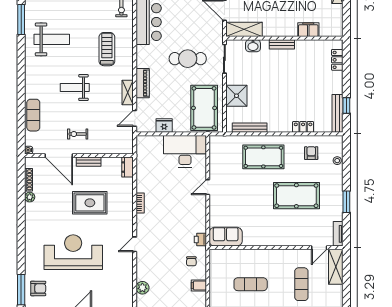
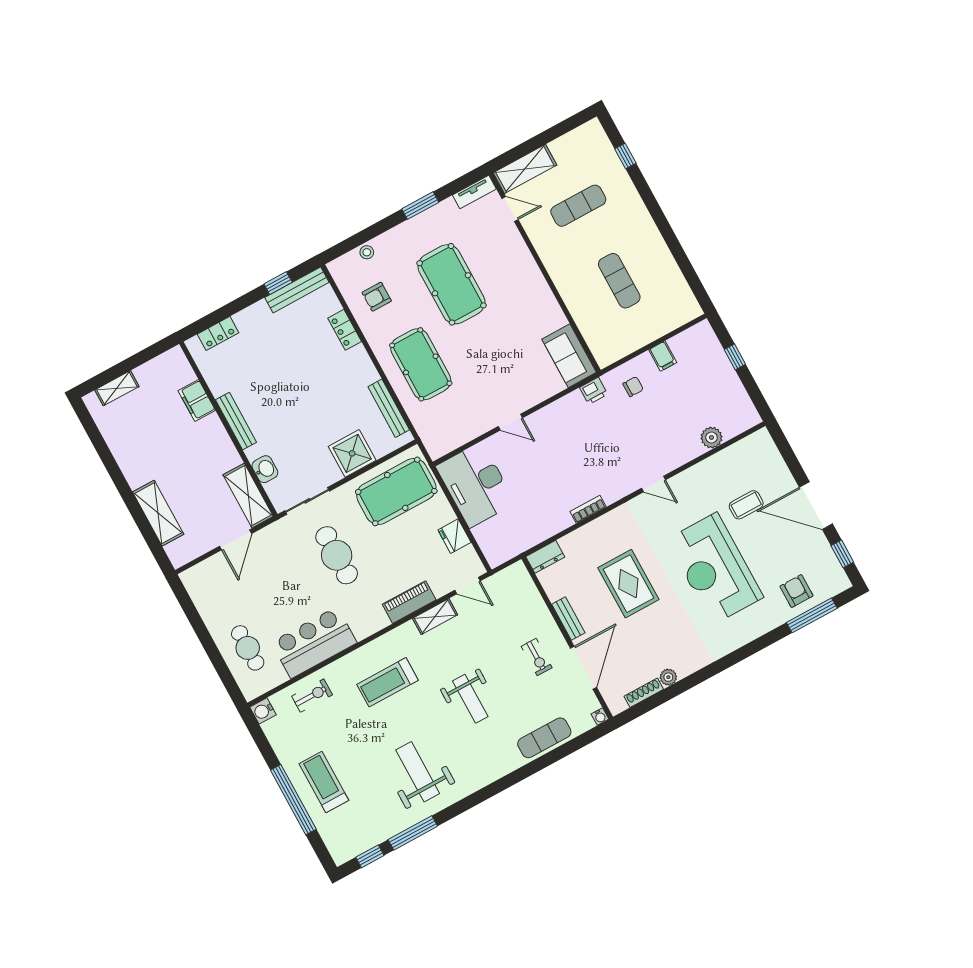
bench: (282, 44) -> (236, 421), width x1.36
coffee table: (97, 287) -> (746, 505), added

